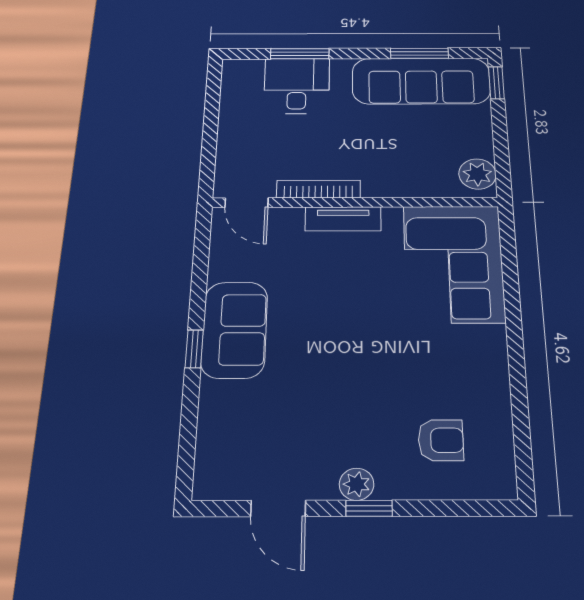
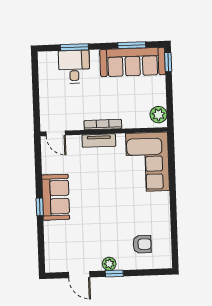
bookcase: (318, 189) -> (103, 125), moved

